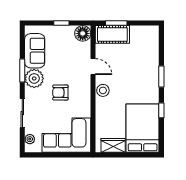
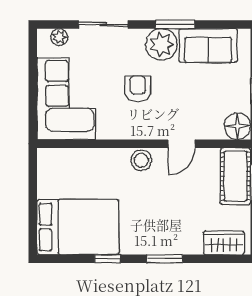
wardrobe: (113, 145) -> (224, 243), moved, turned -90

